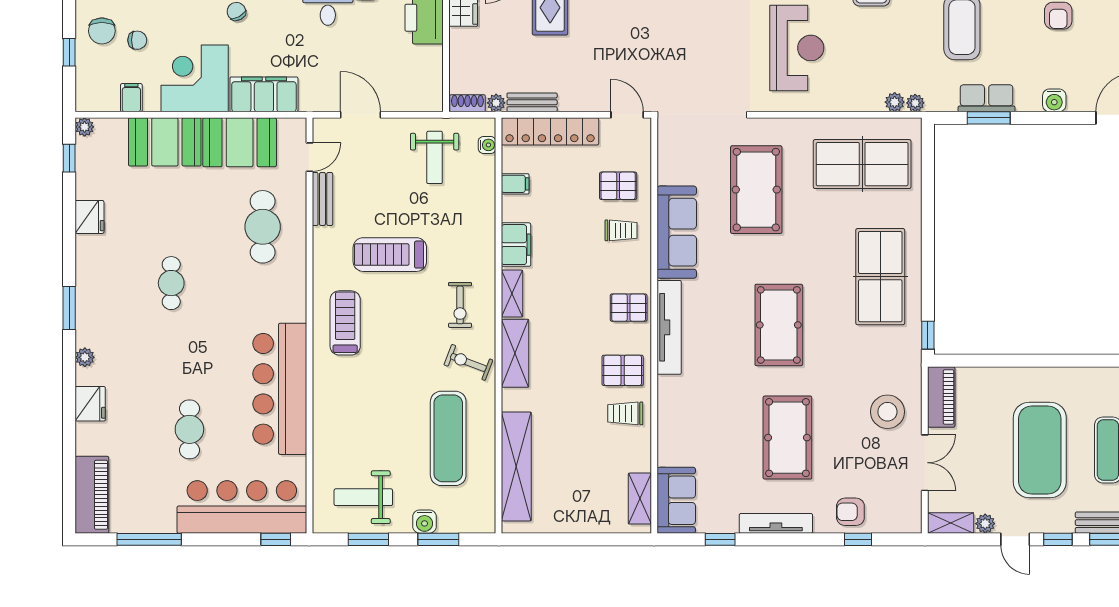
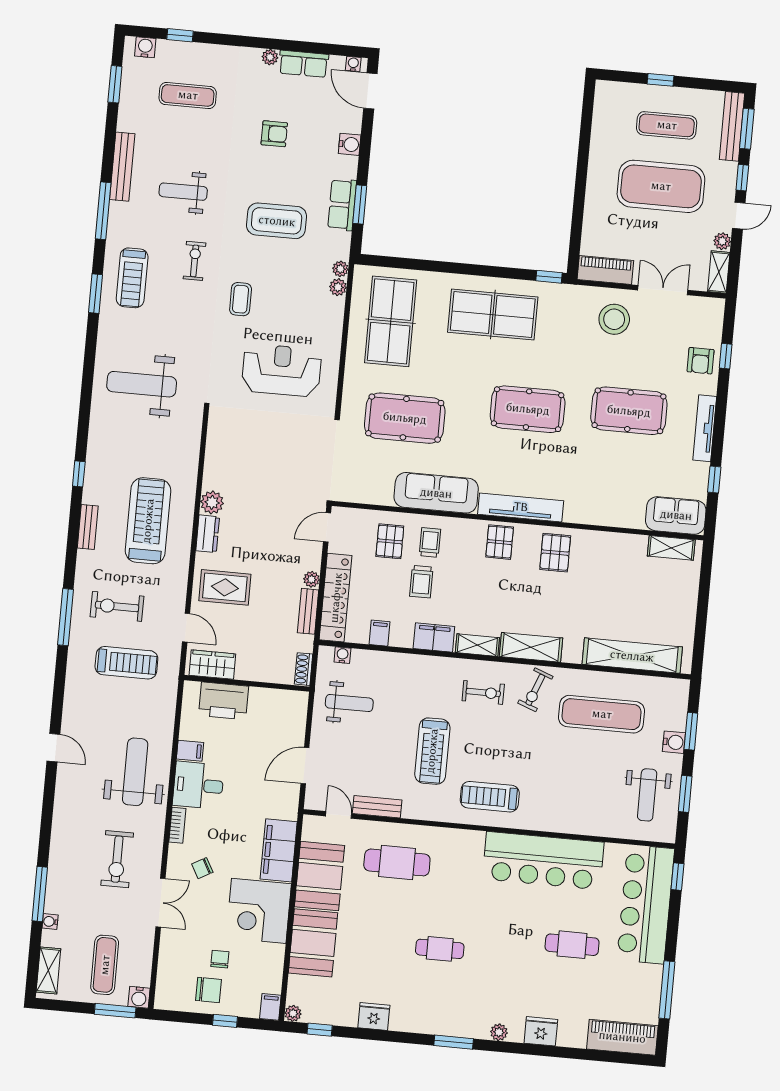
filing cabinet: (131, 98) -> (270, 1007), moved, turned 90
plant: (496, 103) -> (312, 579), moved
trolley: (625, 413) -> (421, 582), moved

